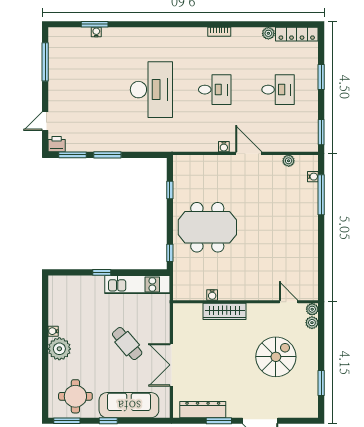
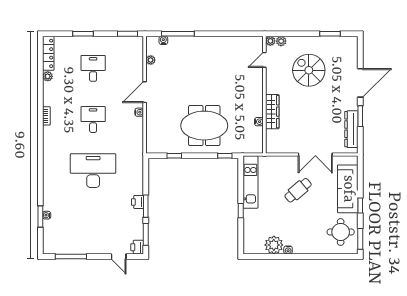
printer: (113, 145) -> (138, 202), added
meeting table: (207, 227) -> (204, 126), turned 90
plant: (59, 349) -> (274, 245), moved

